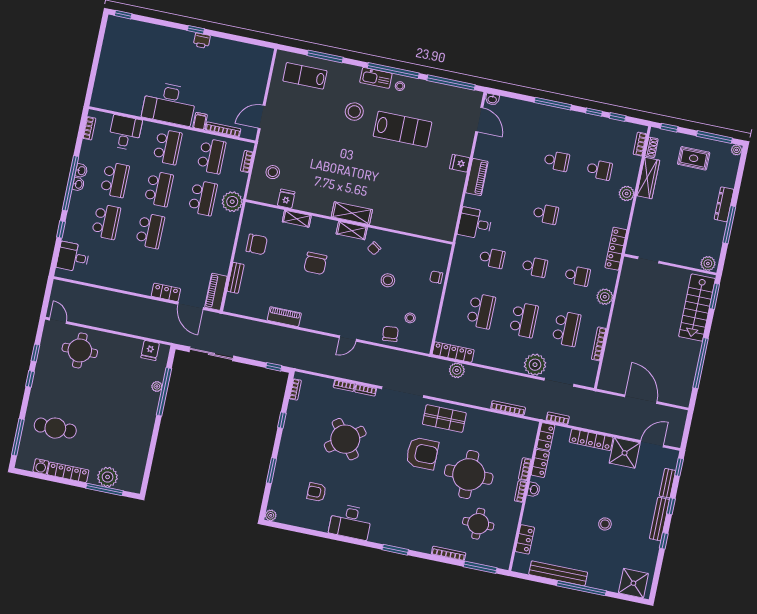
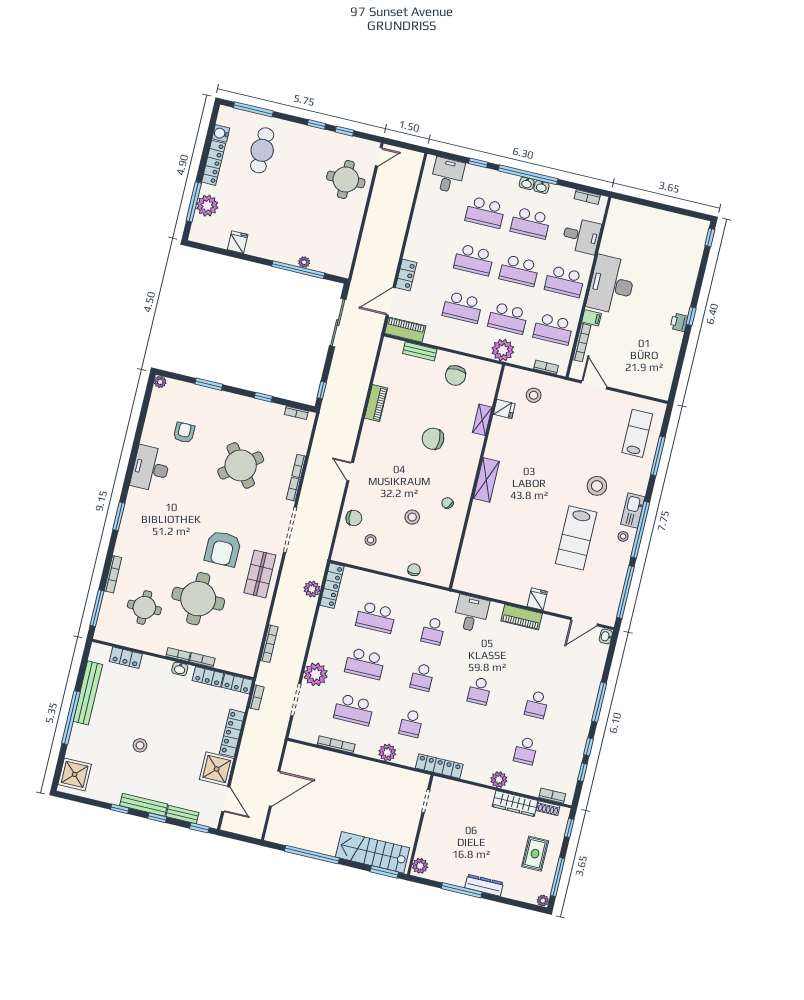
shelving: (352, 231) -> (467, 479), removed
school desk: (194, 240) -> (462, 307), added
fridge: (150, 350) -> (238, 242), moved, turned 90

